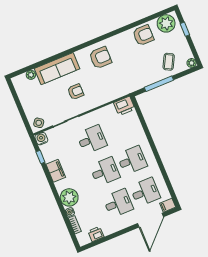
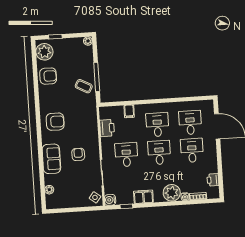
armchair: (143, 35) -> (48, 76), turned 90
armchair: (100, 58) -> (55, 122), turned 90
coffee table: (169, 62) -> (84, 86), moved
sofa: (57, 69) -> (51, 159), width x0.73
printer: (124, 106) -> (107, 128), moved
filing cabinet: (168, 205) -> (129, 111), moved

